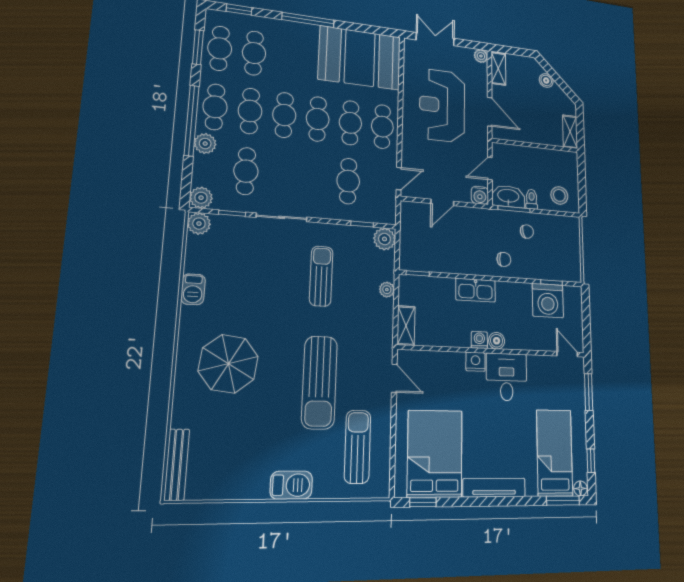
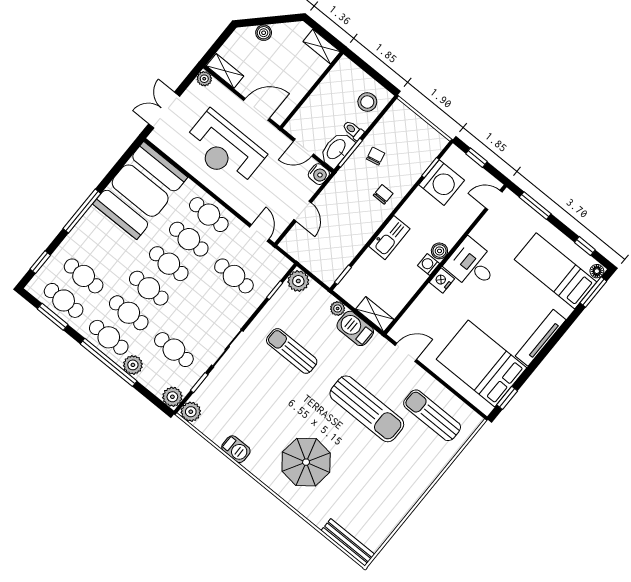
door: (490, 169) -> (303, 148), hinge flipped
window: (586, 314) -> (477, 158), added
barbecue: (291, 485) -> (355, 328), moved, turned -90

